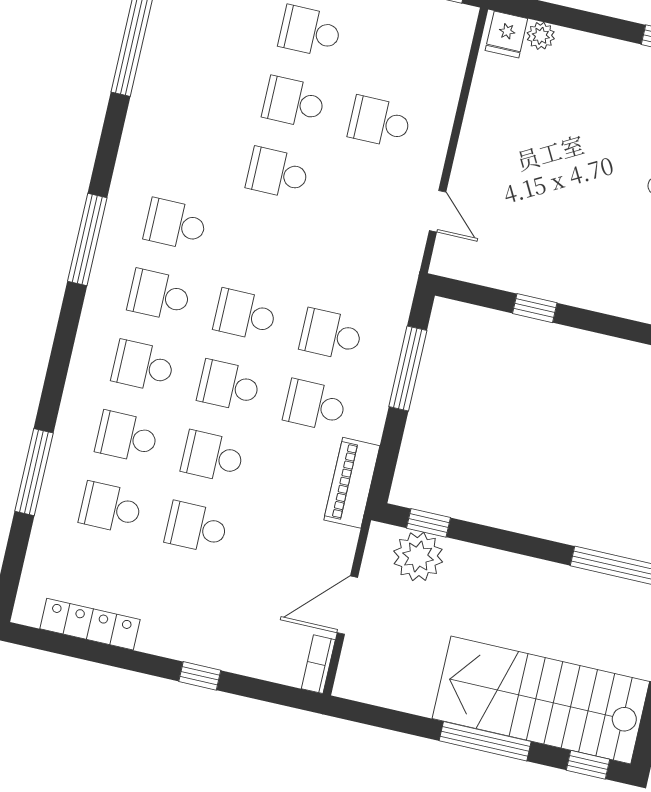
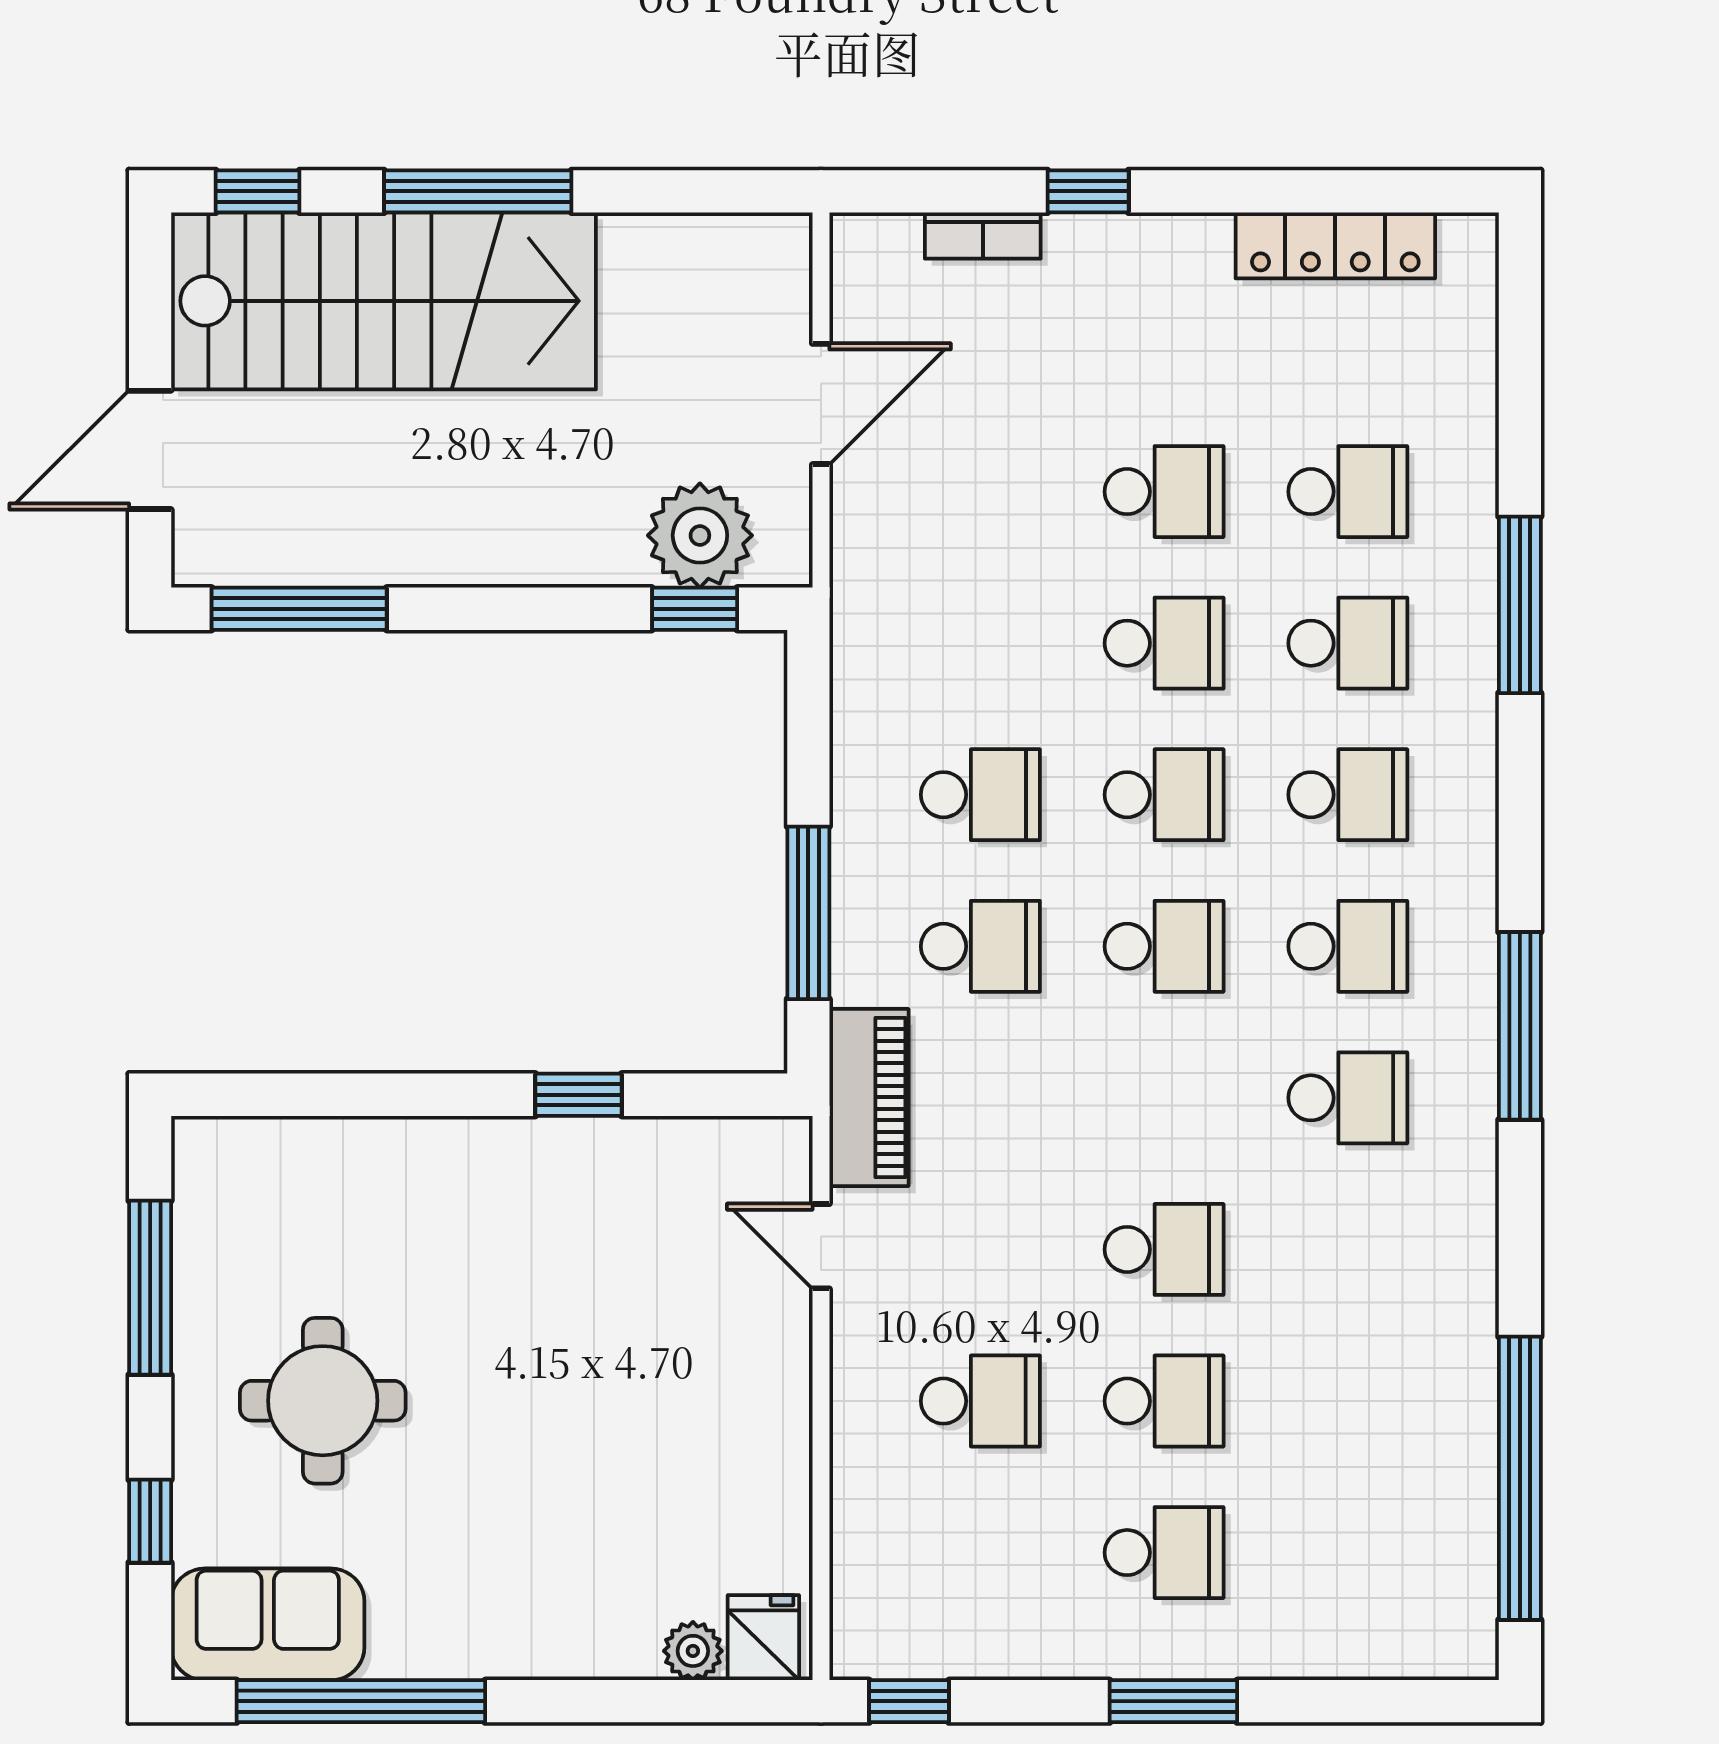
window: (34, 472) -> (1520, 605), moved
piano: (352, 483) -> (869, 1097), moved
bookcase: (318, 664) -> (983, 236), moved, turned 90

